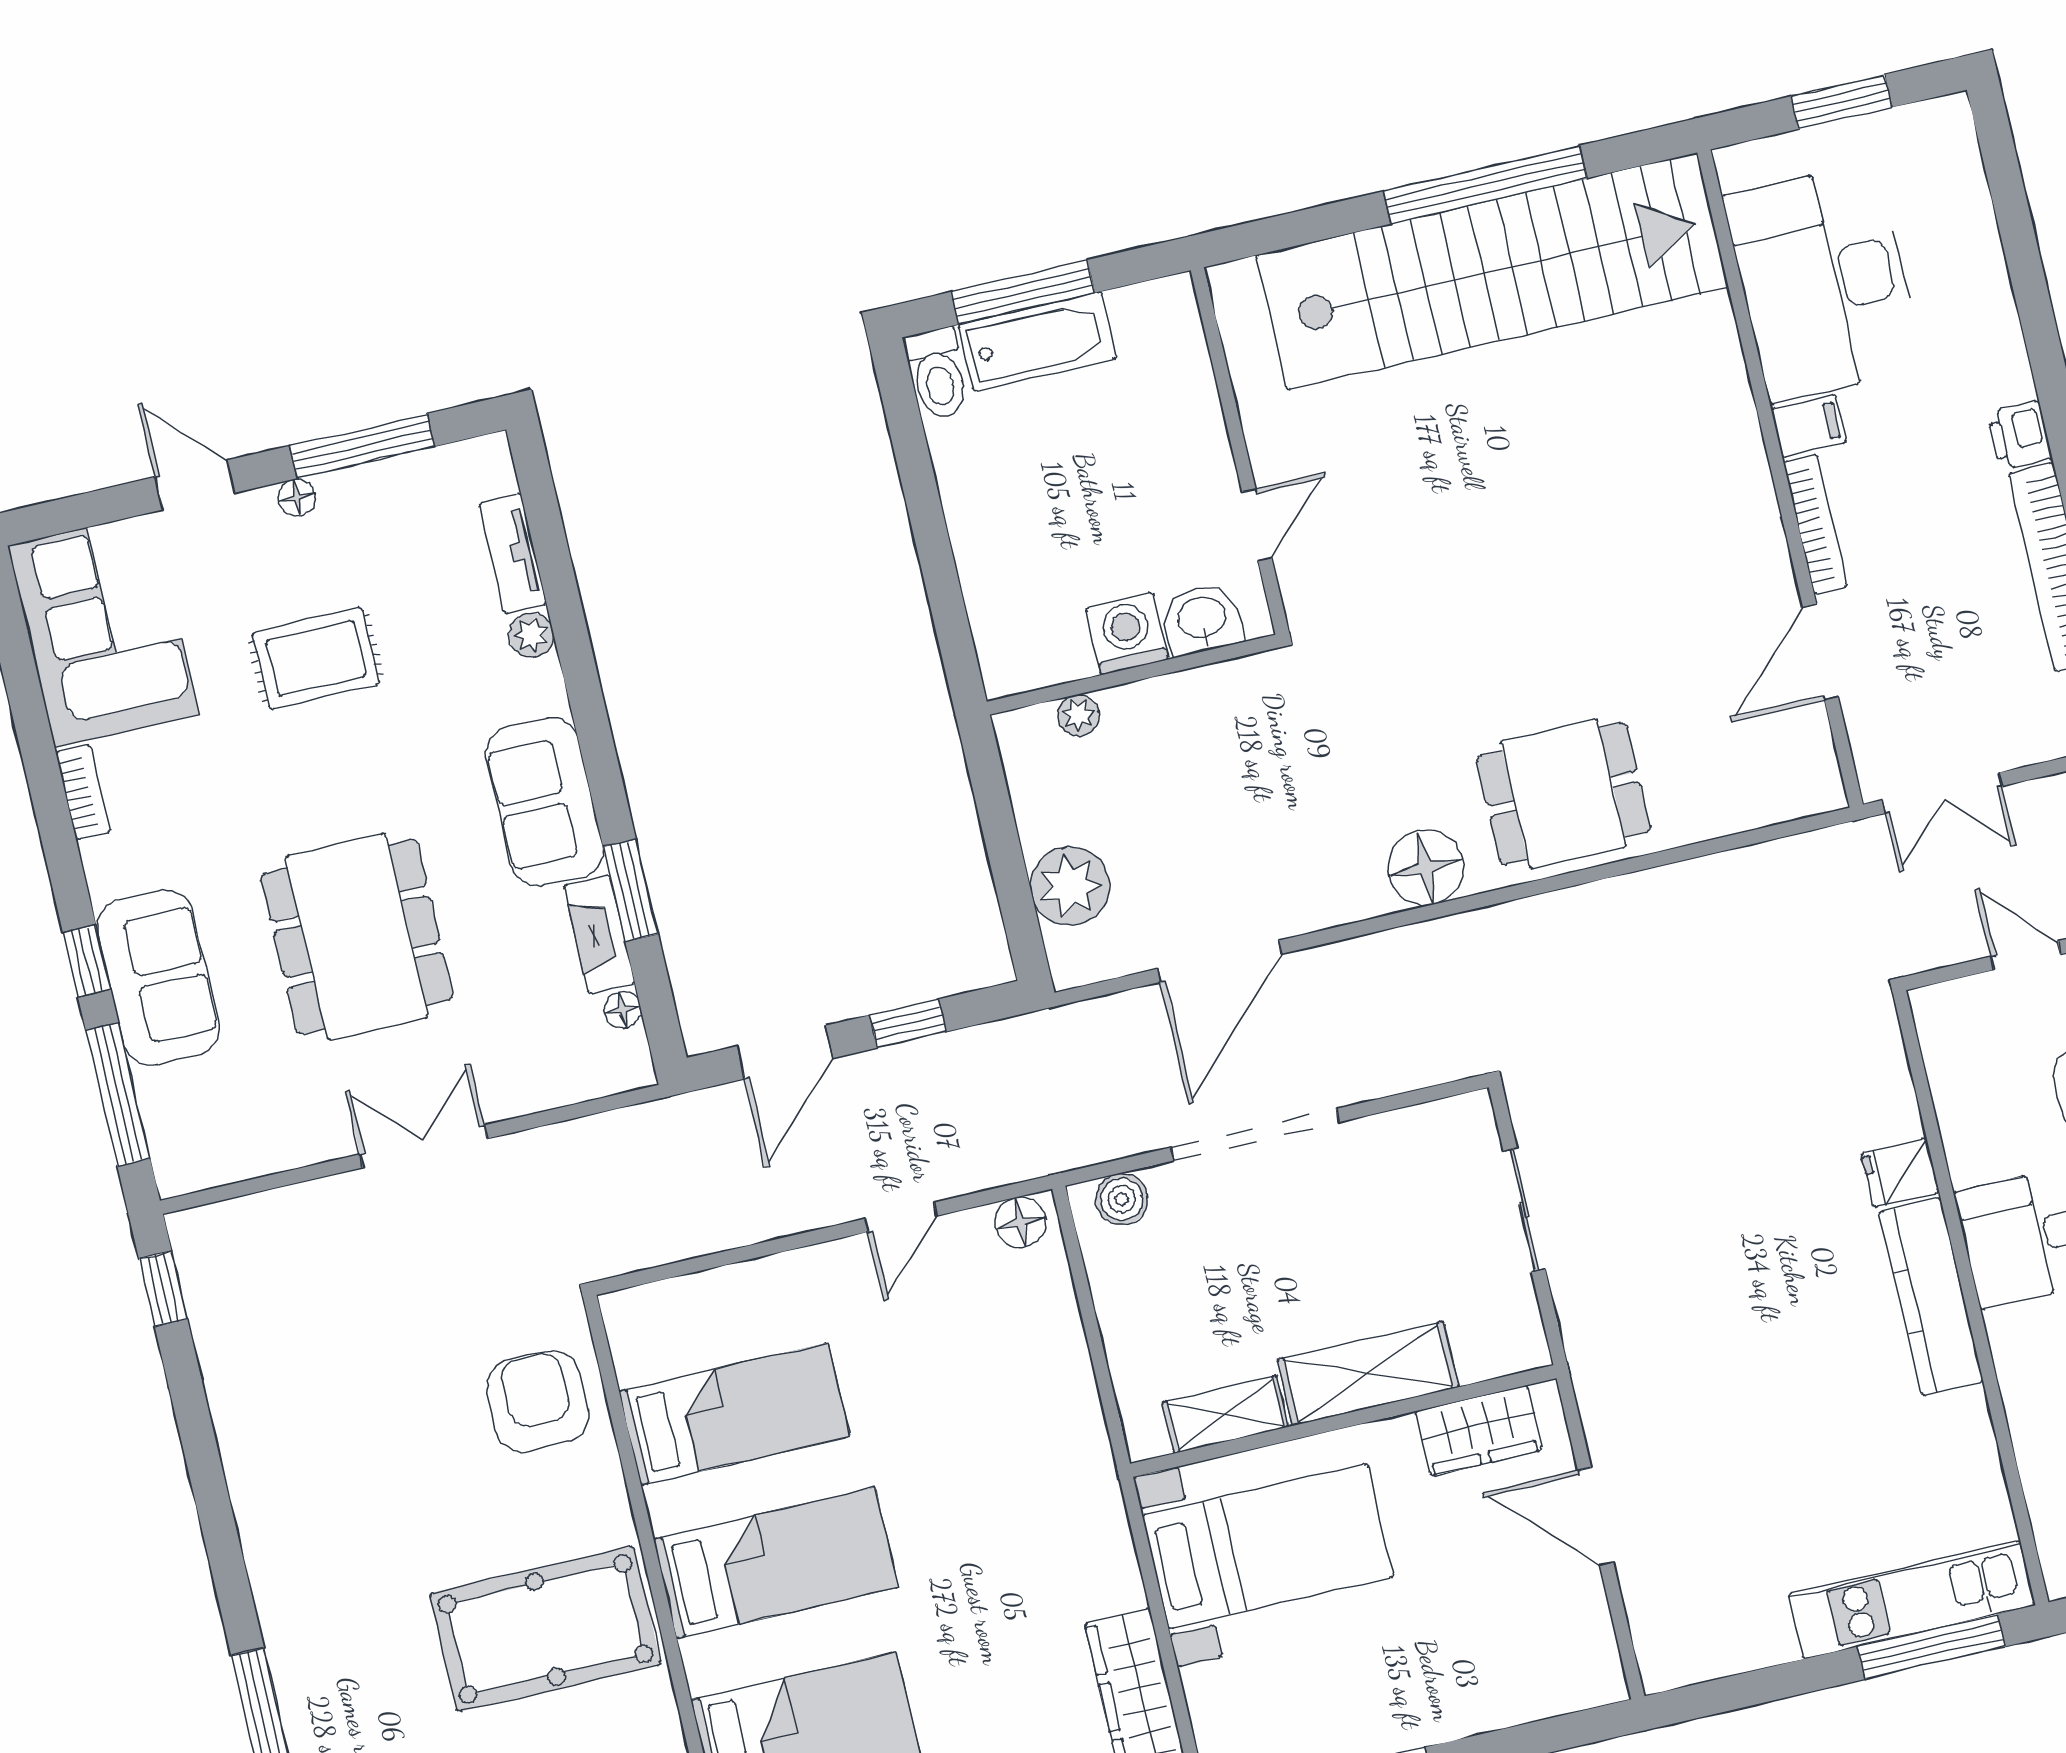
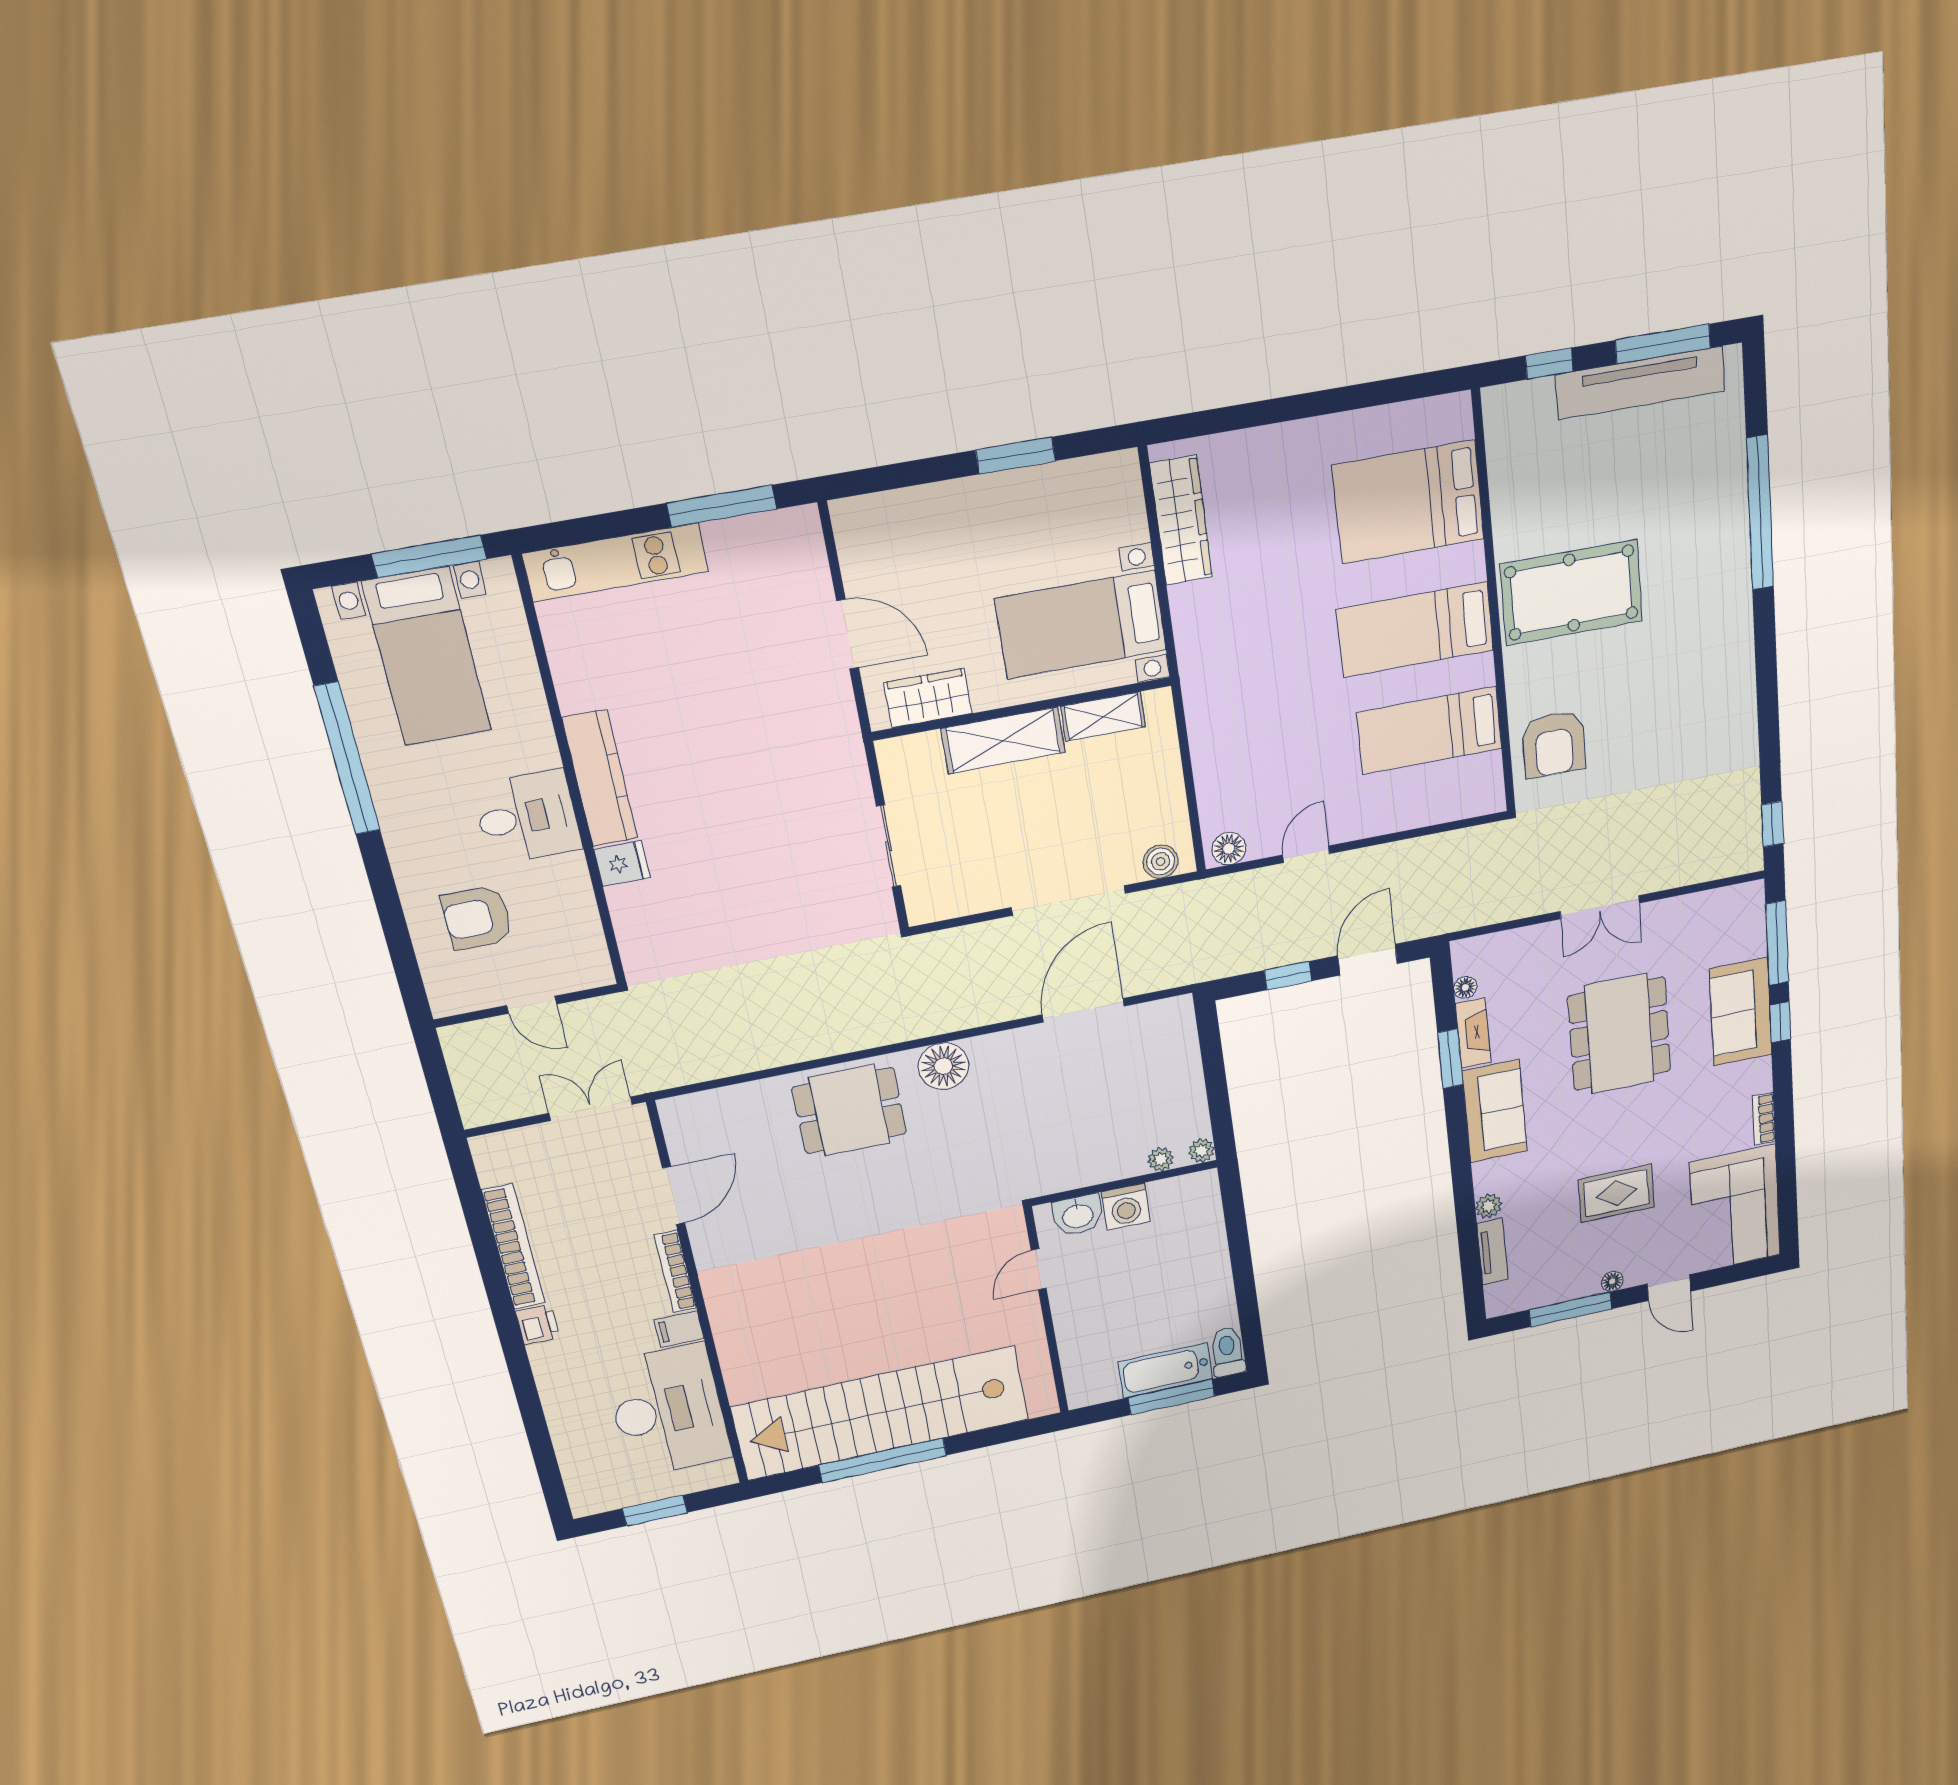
plant: (1070, 886) -> (1201, 1151), moved, width x0.53, depth x0.53
window: (1932, 1647) -> (722, 506), moved

